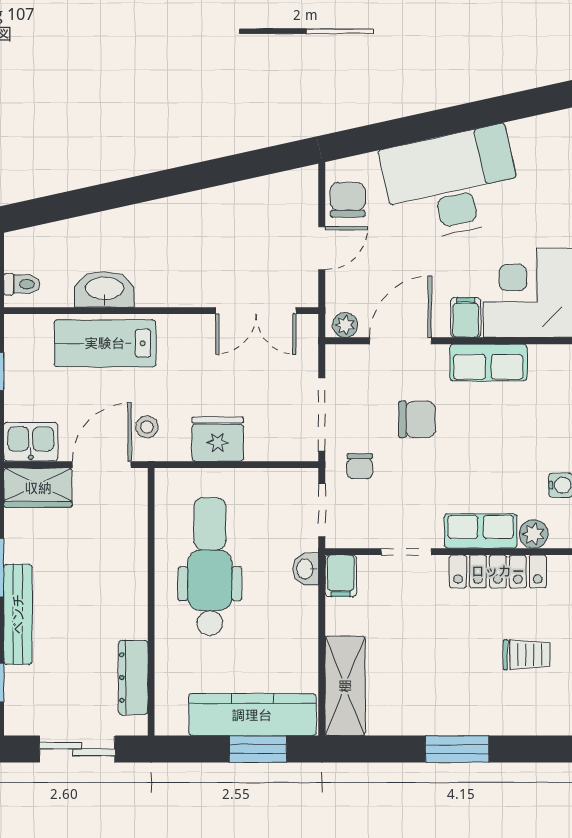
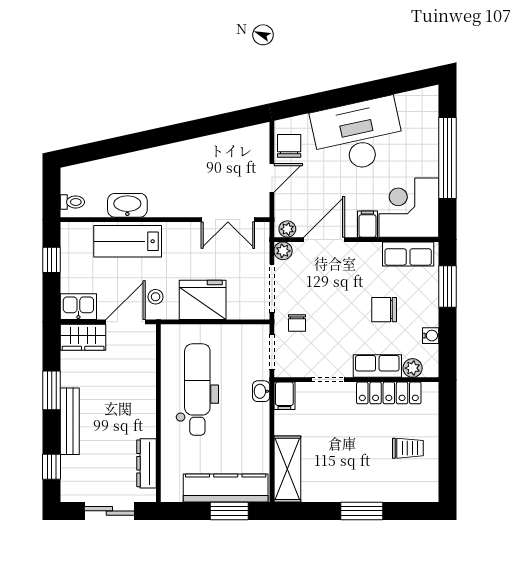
plant: (339, 358) -> (283, 251), added
row of seats: (488, 363) -> (408, 254), moved
chair: (417, 419) -> (384, 310), moved, turned 180
fridge: (218, 439) -> (203, 300), width x1.36, depth x1.34

